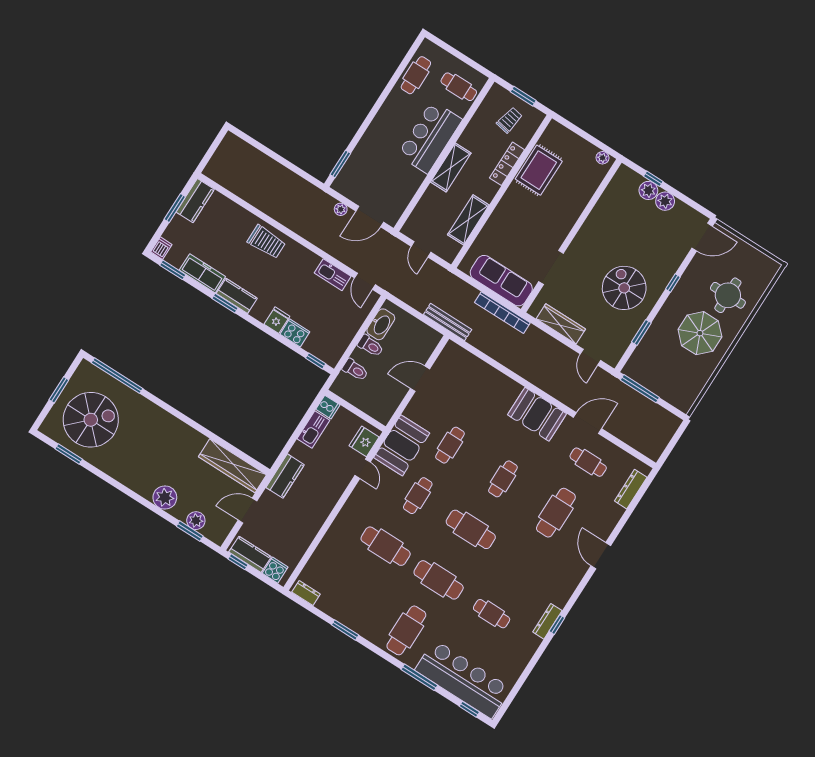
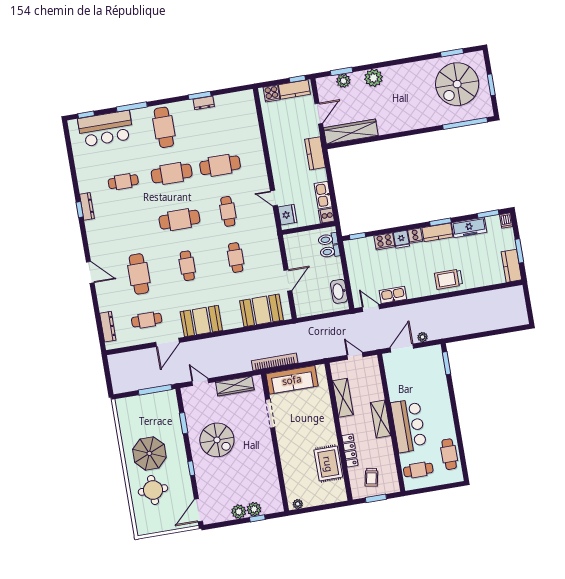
cooker: (261, 312) -> (415, 236), added
bench: (448, 322) -> (301, 328), removed
toilet: (371, 346) -> (328, 239), moved
booth: (402, 445) -> (262, 310), moved, turned 90
dresser: (306, 593) -> (204, 103), moved
bar counter: (463, 679) -> (106, 129), width x0.73

